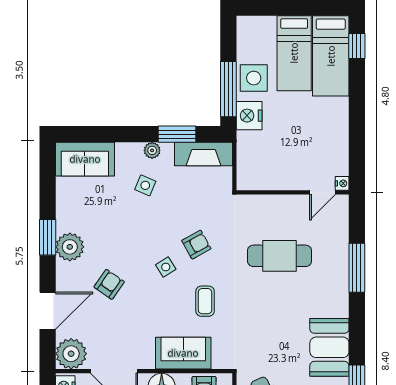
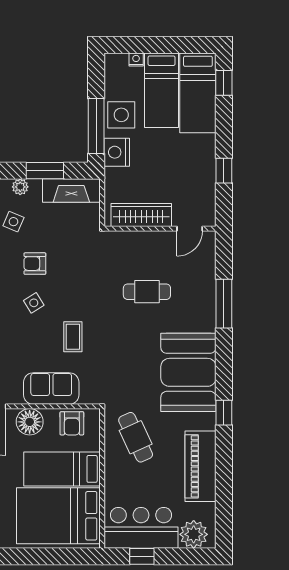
window: (357, 134) -> (224, 171), added
wardrobe: (274, 179) -> (141, 215), added
nightstand: (342, 183) -> (136, 59), moved, turned -90
armchair: (196, 245) -> (35, 264), moved, turned -151
cafe table: (279, 256) -> (147, 292), width x0.73, depth x0.74
booth: (329, 347) -> (188, 372), width x1.36, depth x1.42

